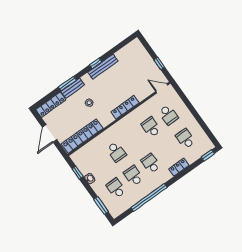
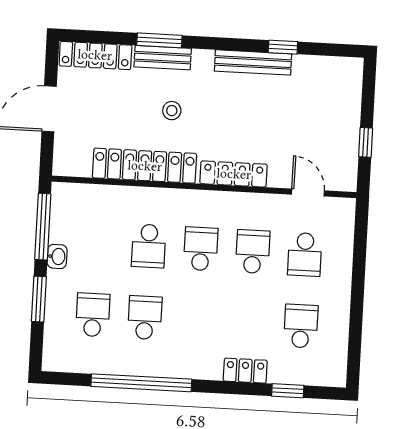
window: (96, 63) -> (283, 47), moved
door: (162, 88) -> (308, 192), moved
locker: (82, 136) -> (145, 166), moved
window: (208, 155) -> (288, 391), moved
school desk: (151, 163) -> (201, 249), moved
window: (78, 173) -> (43, 227), width x2.17
window: (101, 205) -> (39, 299), moved

